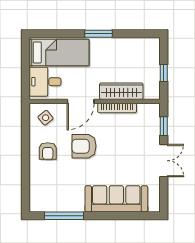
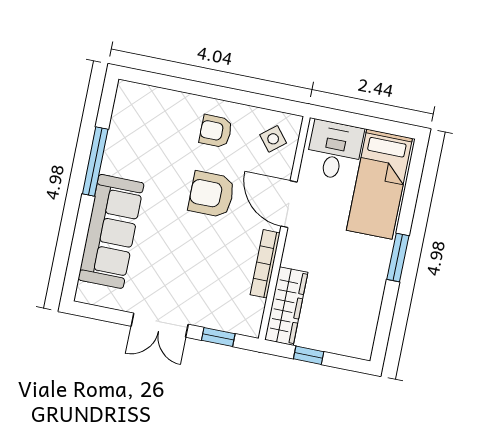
wardrobe: (121, 91) -> (286, 306), moved
armchair: (84, 146) -> (212, 194), turned -90
window: (64, 216) -> (95, 161), moved

